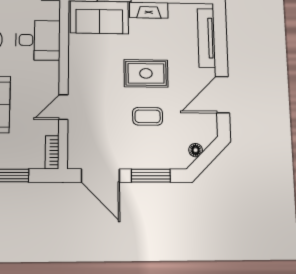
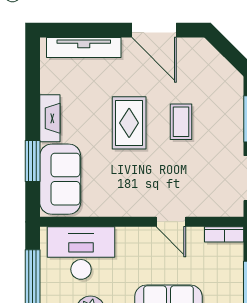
desk: (38, 40) -> (81, 253), width x1.37
floor lamp: (196, 150) -> (221, 65), removed

